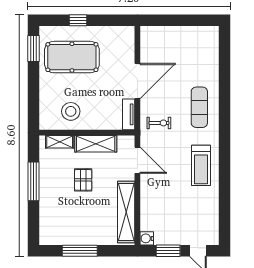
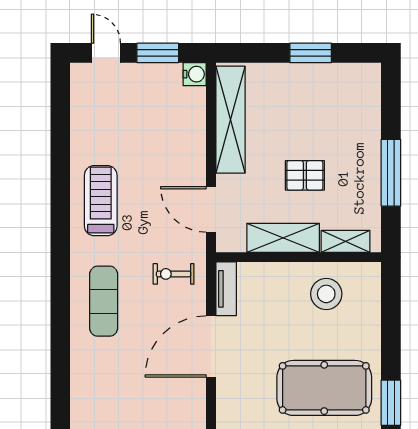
pallet: (83, 180) -> (305, 175), turned 90
window: (80, 251) -> (311, 53), width x0.69

